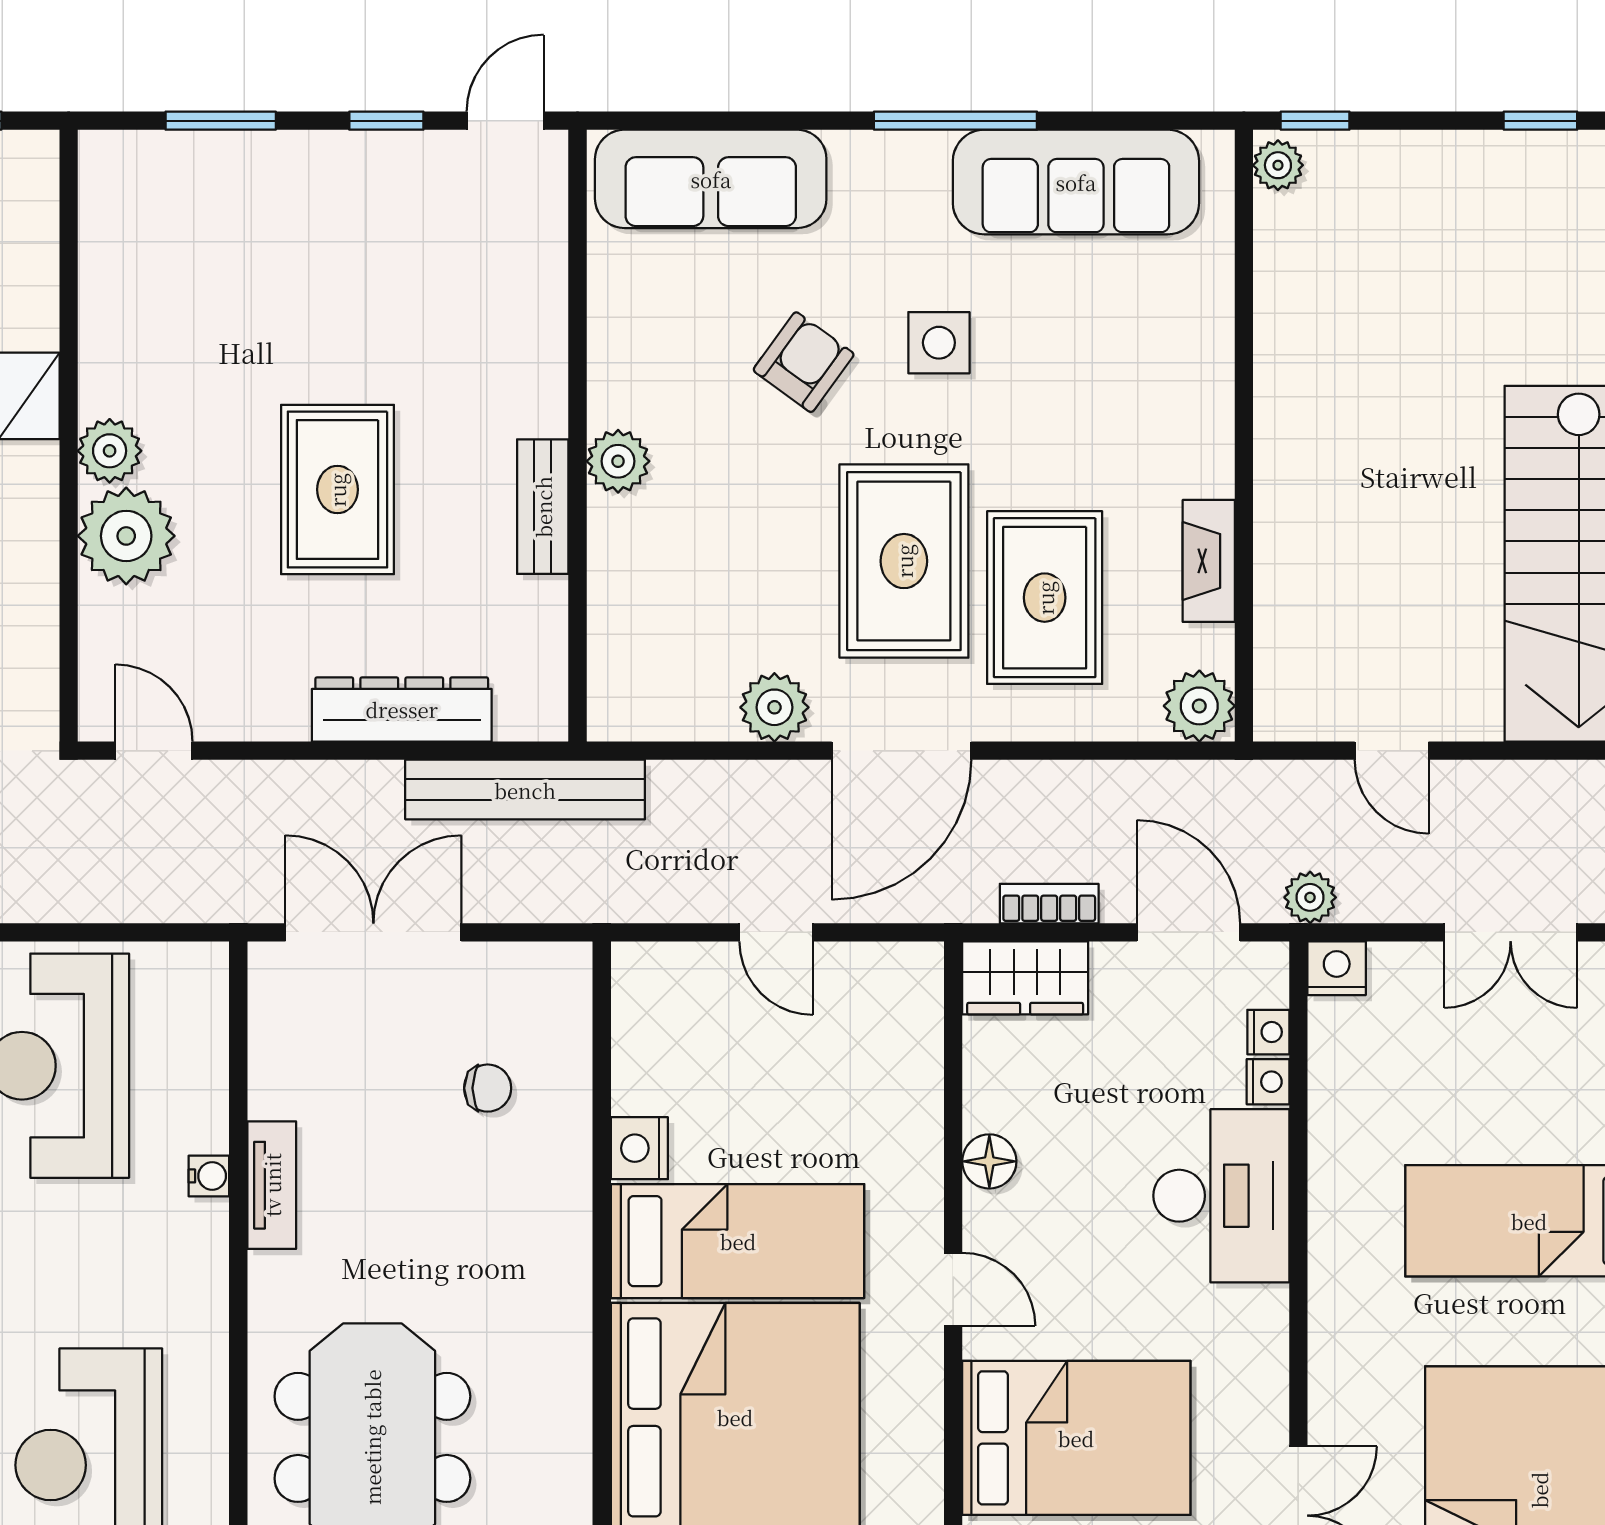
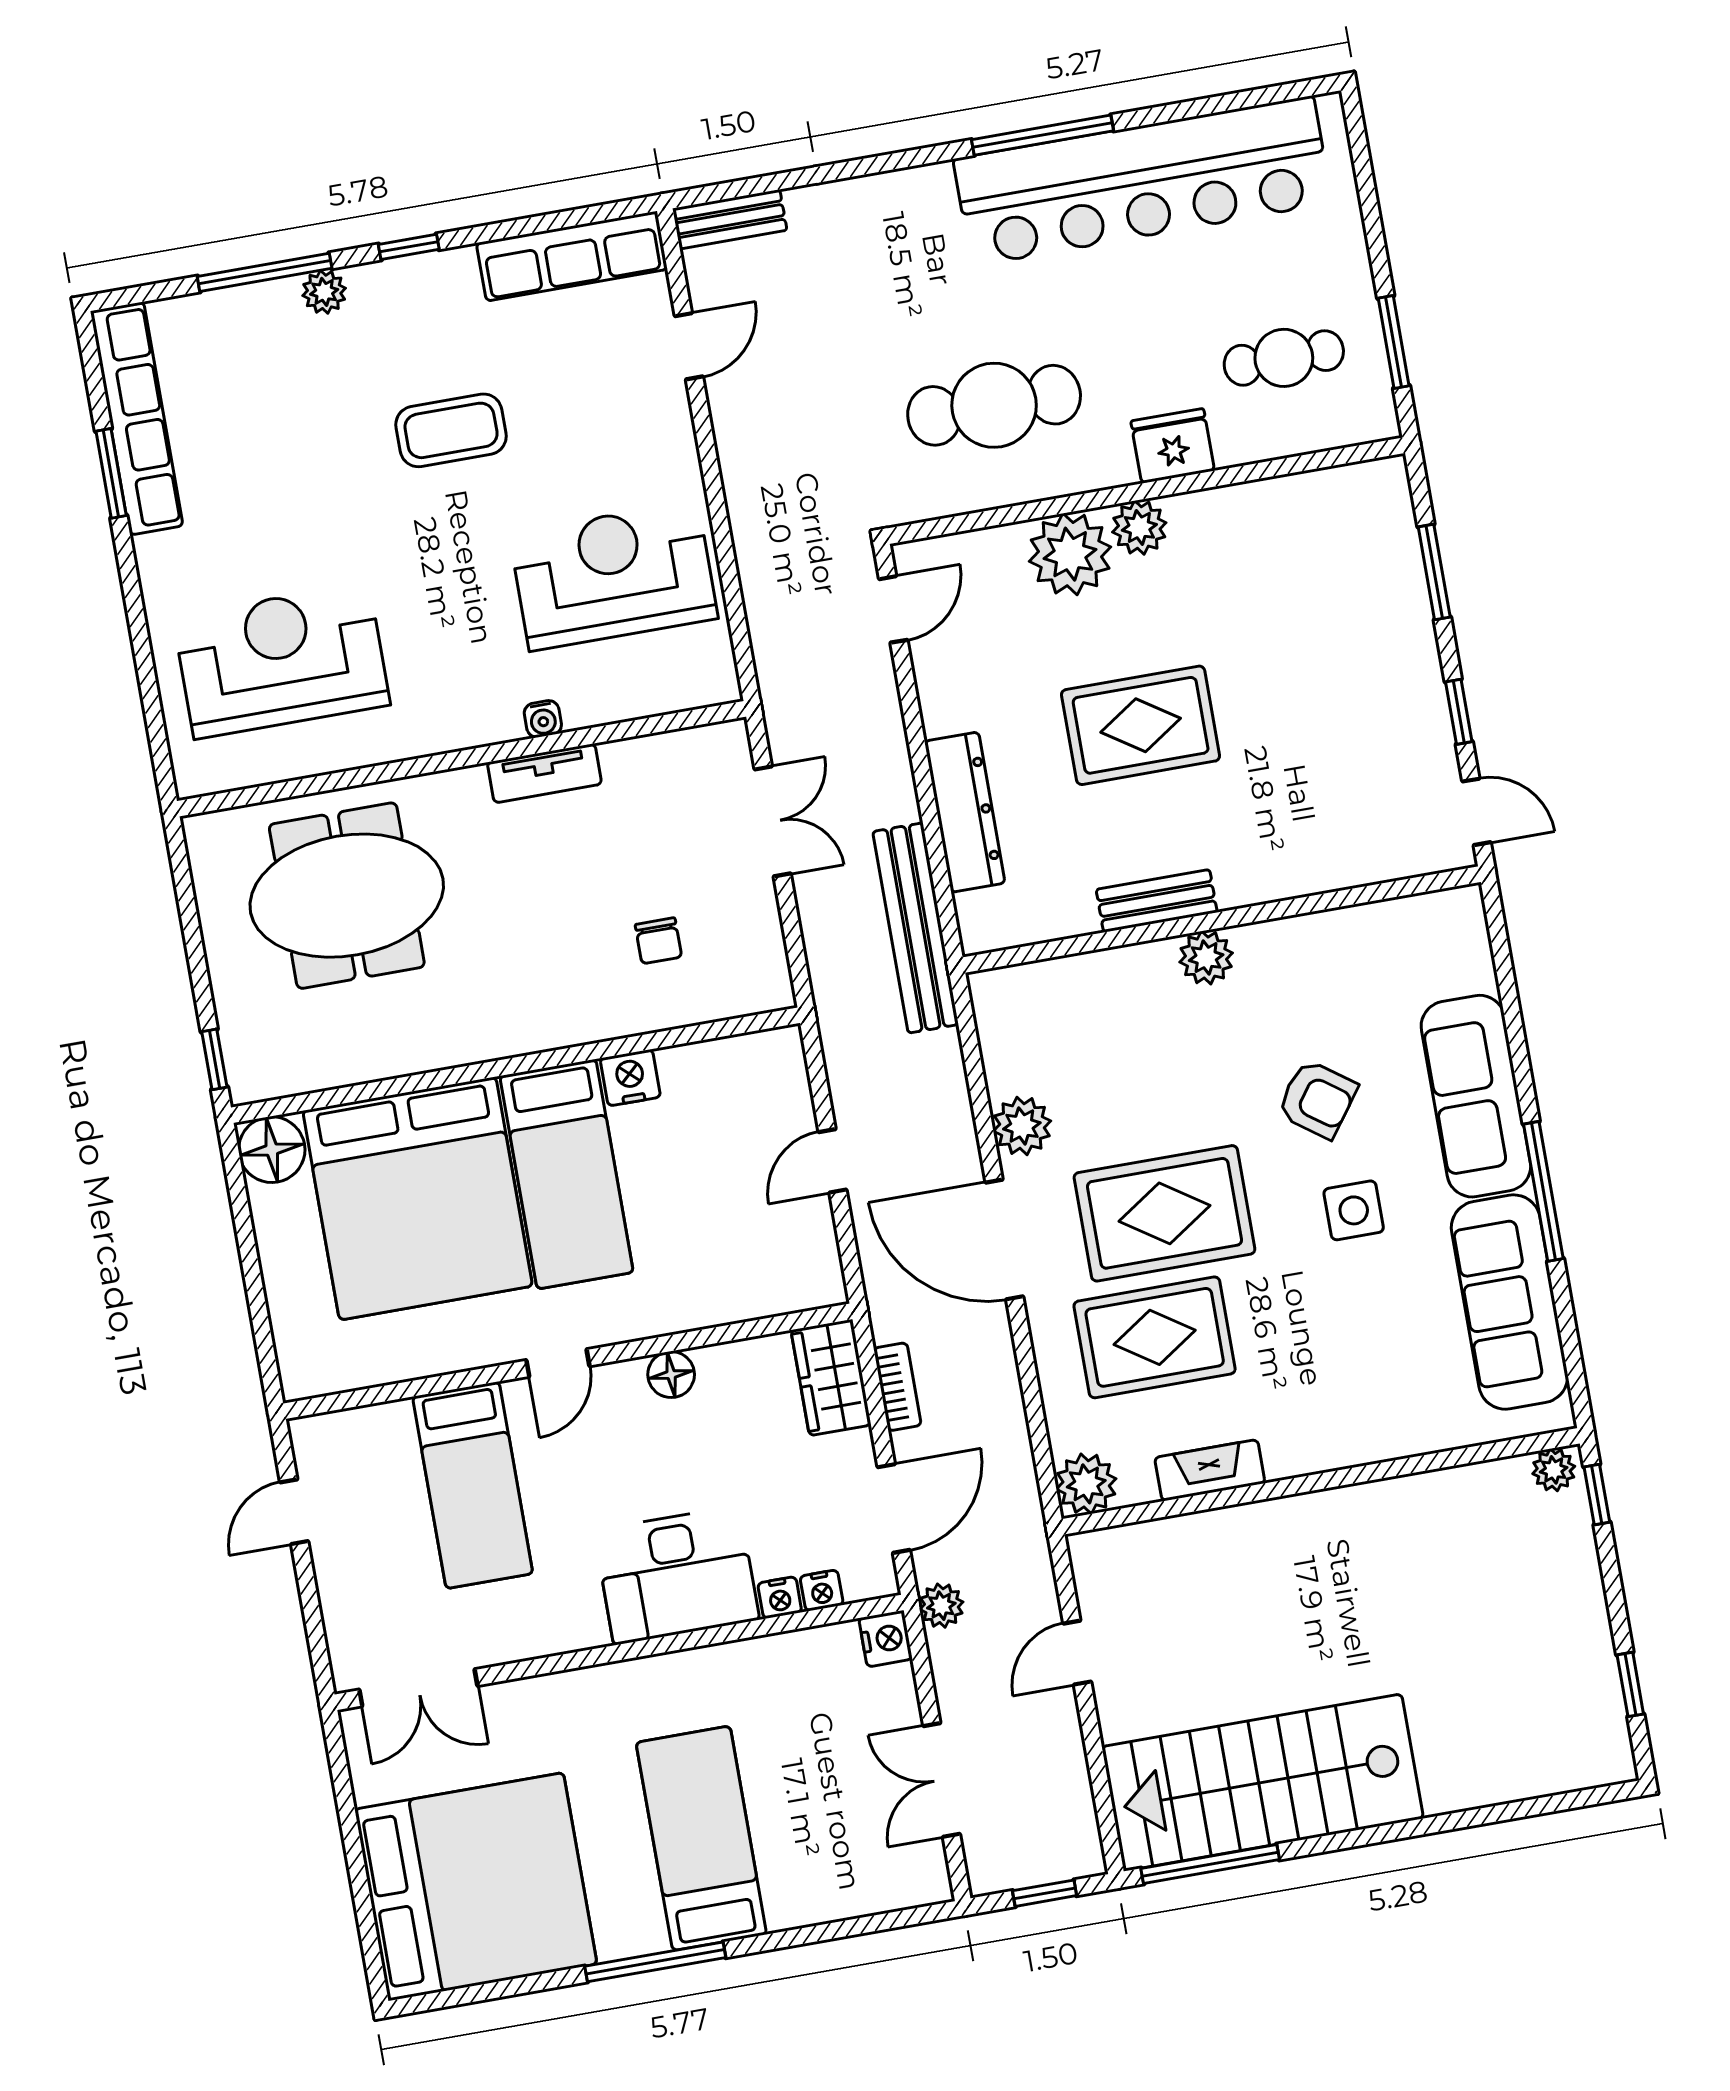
sofa: (711, 179) -> (1476, 1096), moved
double door: (373, 932) -> (773, 821), width x0.73
bed: (1076, 1438) -> (473, 1485), width x0.67

